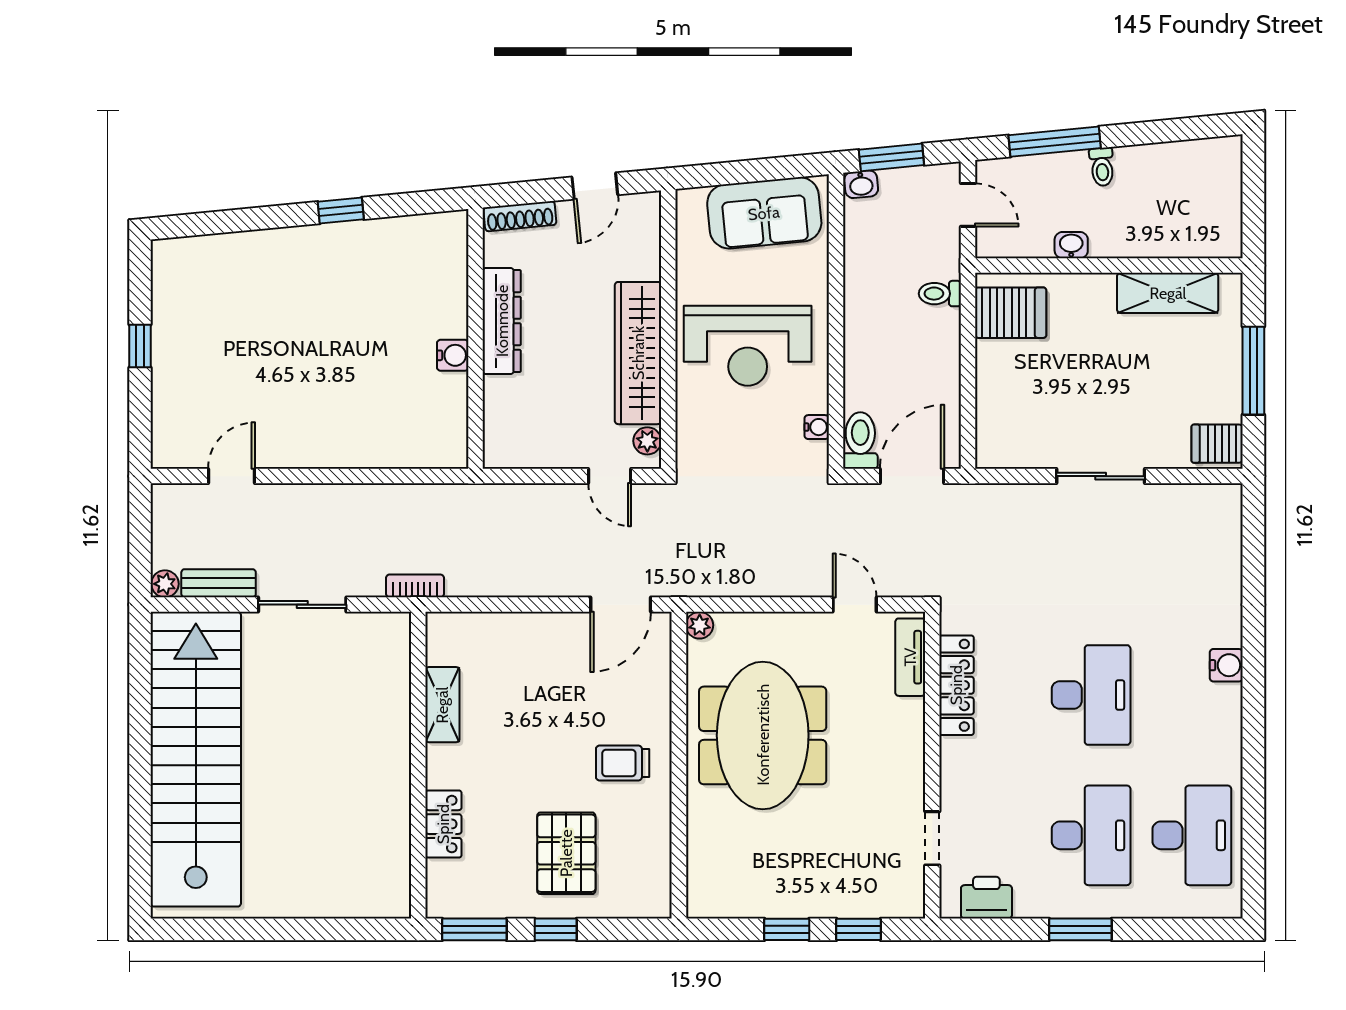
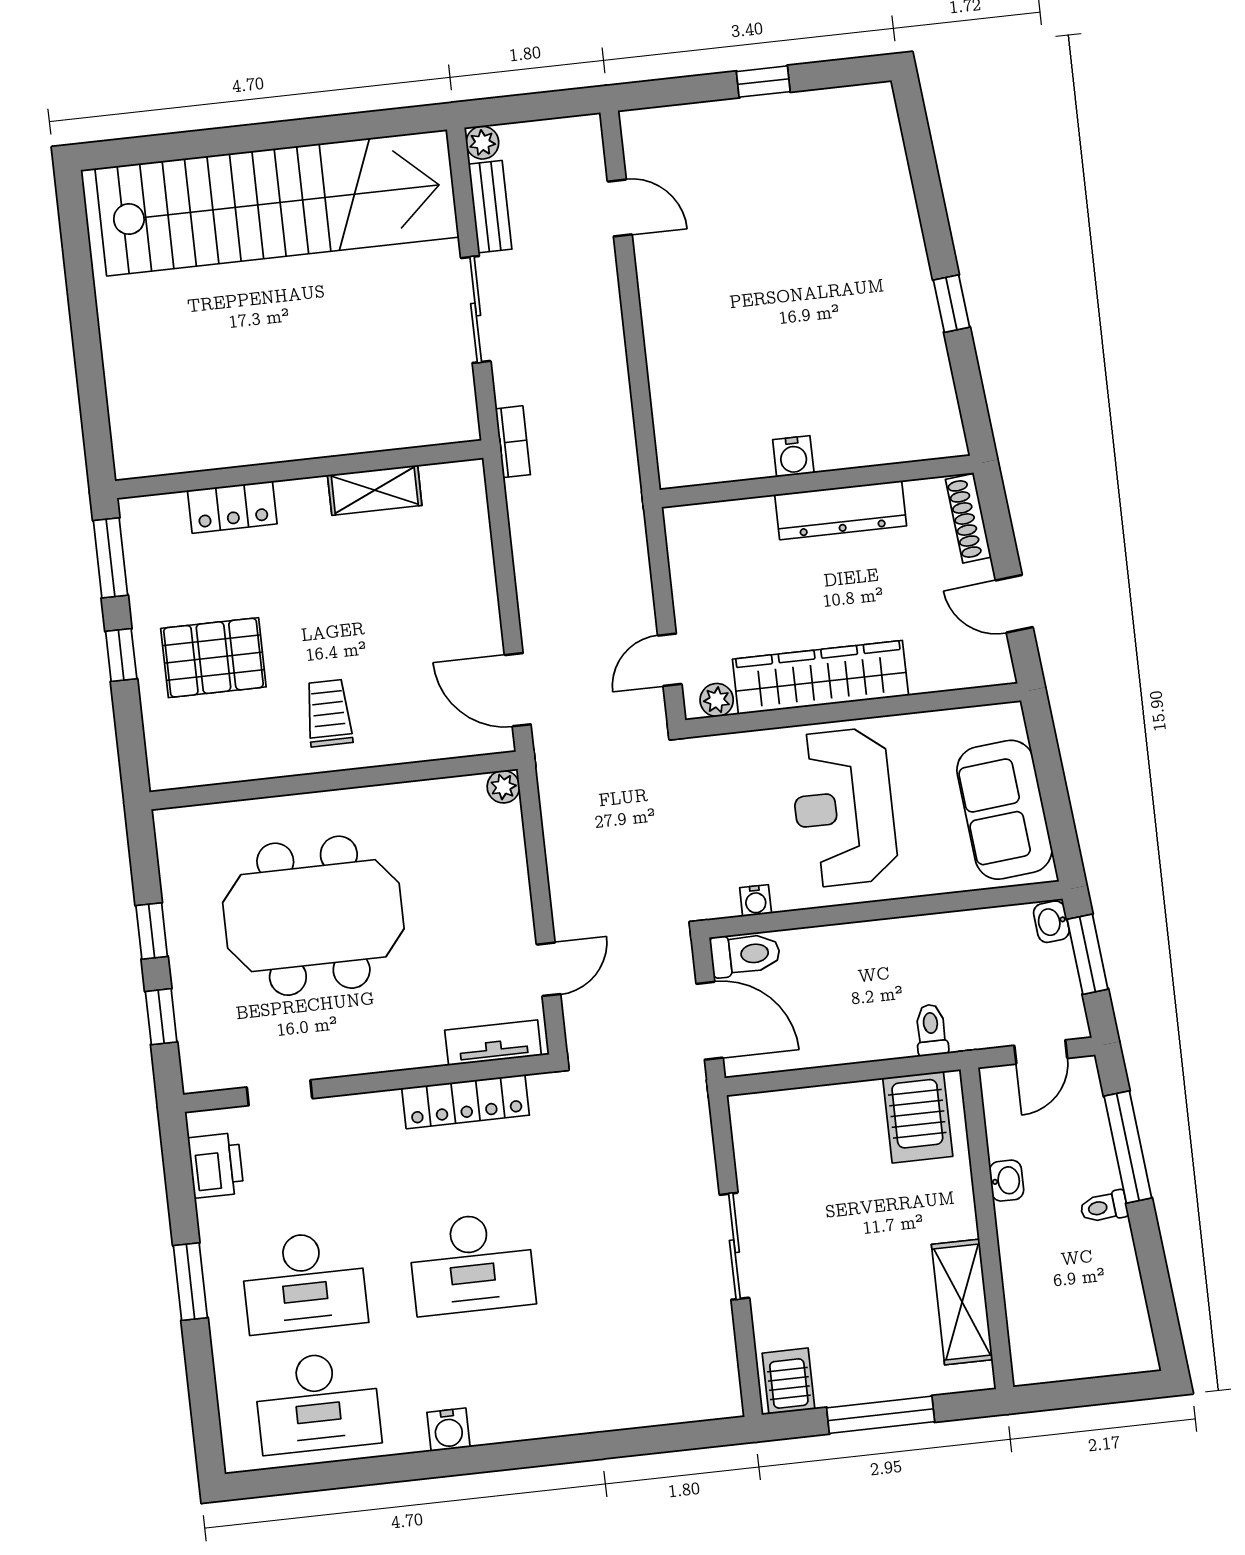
water cooler: (1226, 665) -> (449, 1430), moved
meeting table: (763, 735) -> (313, 916), moved

